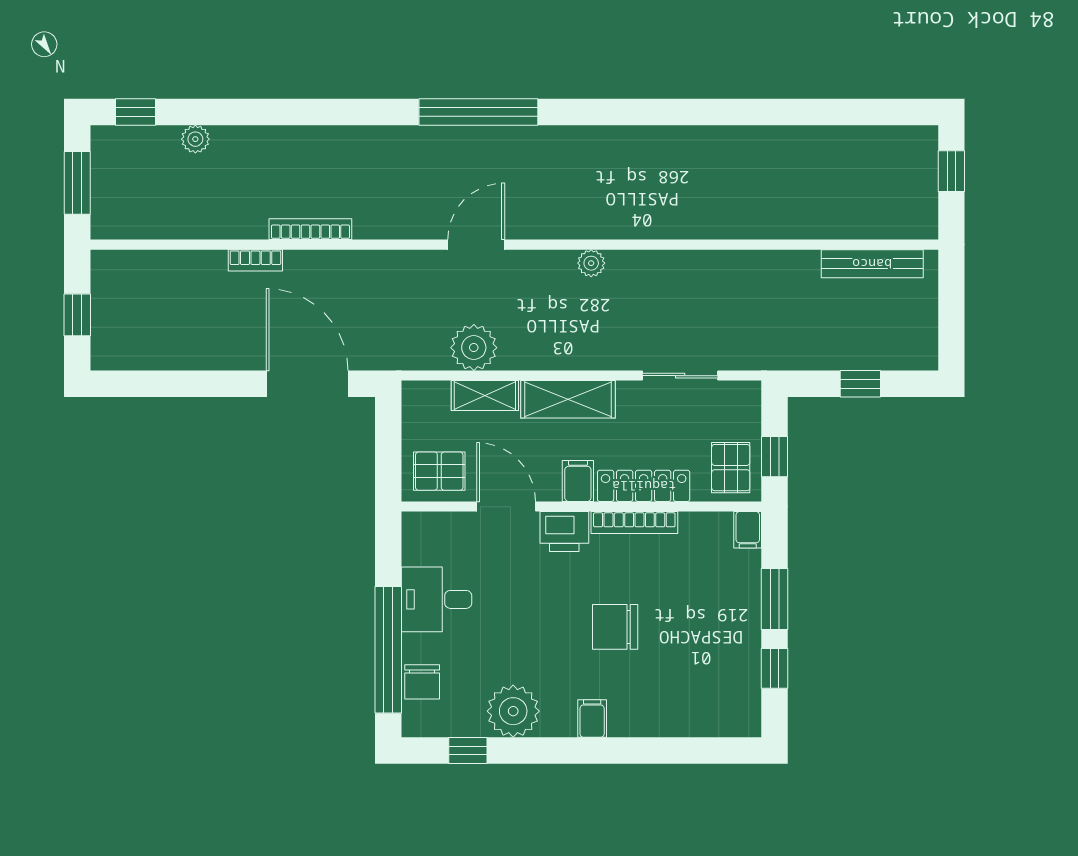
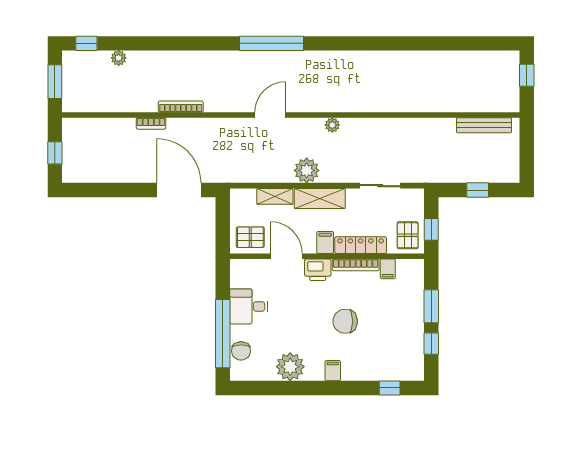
plant: (474, 348) -> (307, 170), moved
filing cabinet: (748, 530) -> (388, 269), moved
window: (468, 750) -> (390, 388), moved

